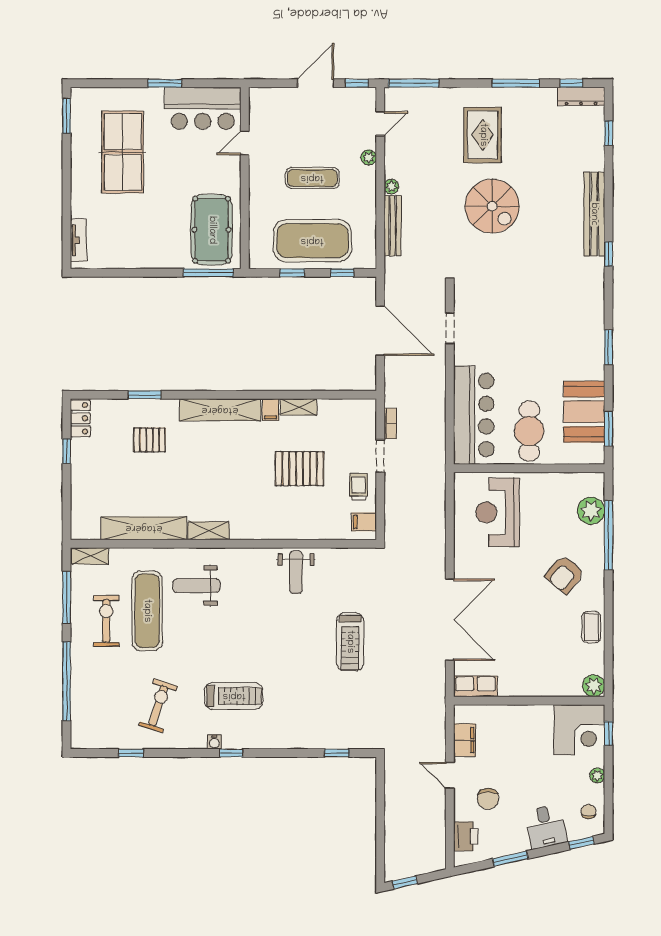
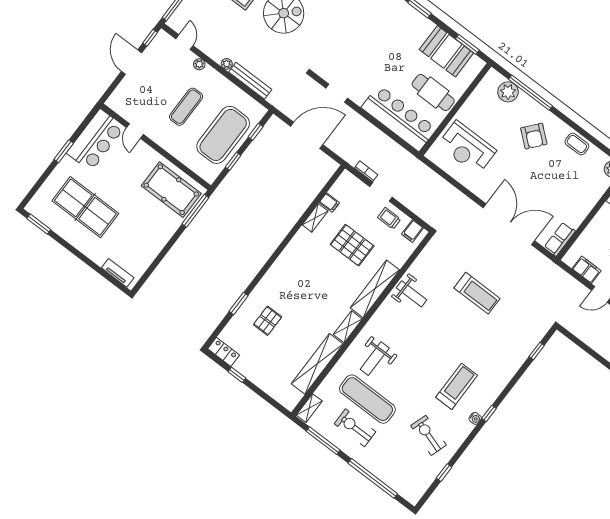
shelving: (220, 410) -> (375, 289), moved
filing cabinet: (271, 410) -> (329, 203), moved
pallet: (300, 469) -> (352, 245), turned 90

